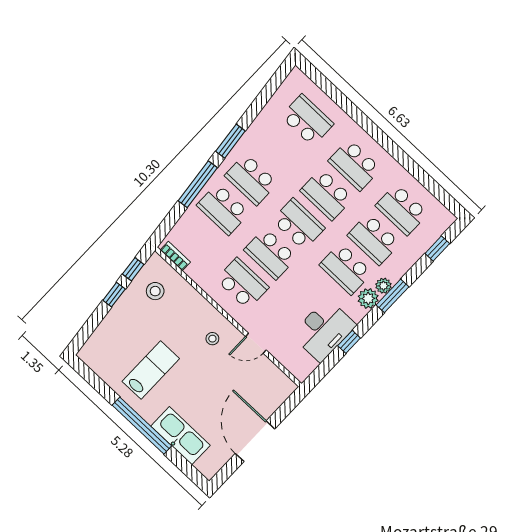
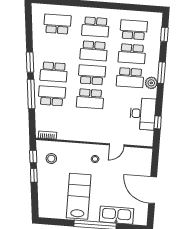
school desk: (223, 209) -> (52, 96), turned 180
school desk: (402, 210) -> (134, 30), turned 180
school desk: (242, 283) -> (88, 123), removed
plant: (383, 286) -> (154, 71), removed
window: (349, 342) -> (158, 122), moved
lab bench: (151, 370) -> (79, 196), width x1.36, depth x1.39

